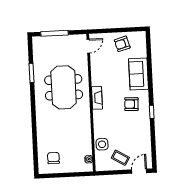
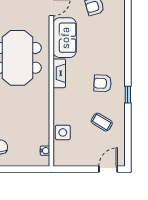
sofa: (139, 74) -> (65, 38), moved, turned 180
coffee table: (120, 158) -> (102, 122), moved

